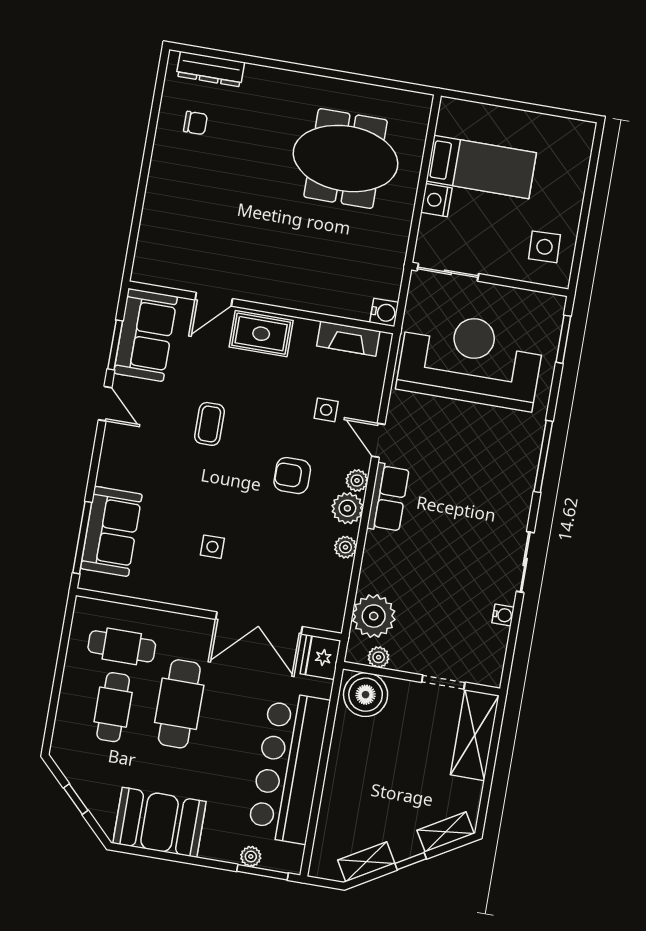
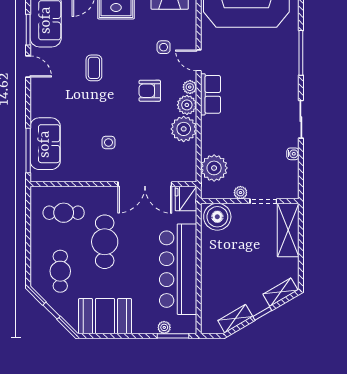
plant: (345, 547) -> (184, 129), width x1.87, depth x1.87
plant: (379, 657) -> (240, 193), moved
cafe table: (113, 707) -> (60, 271), moved

